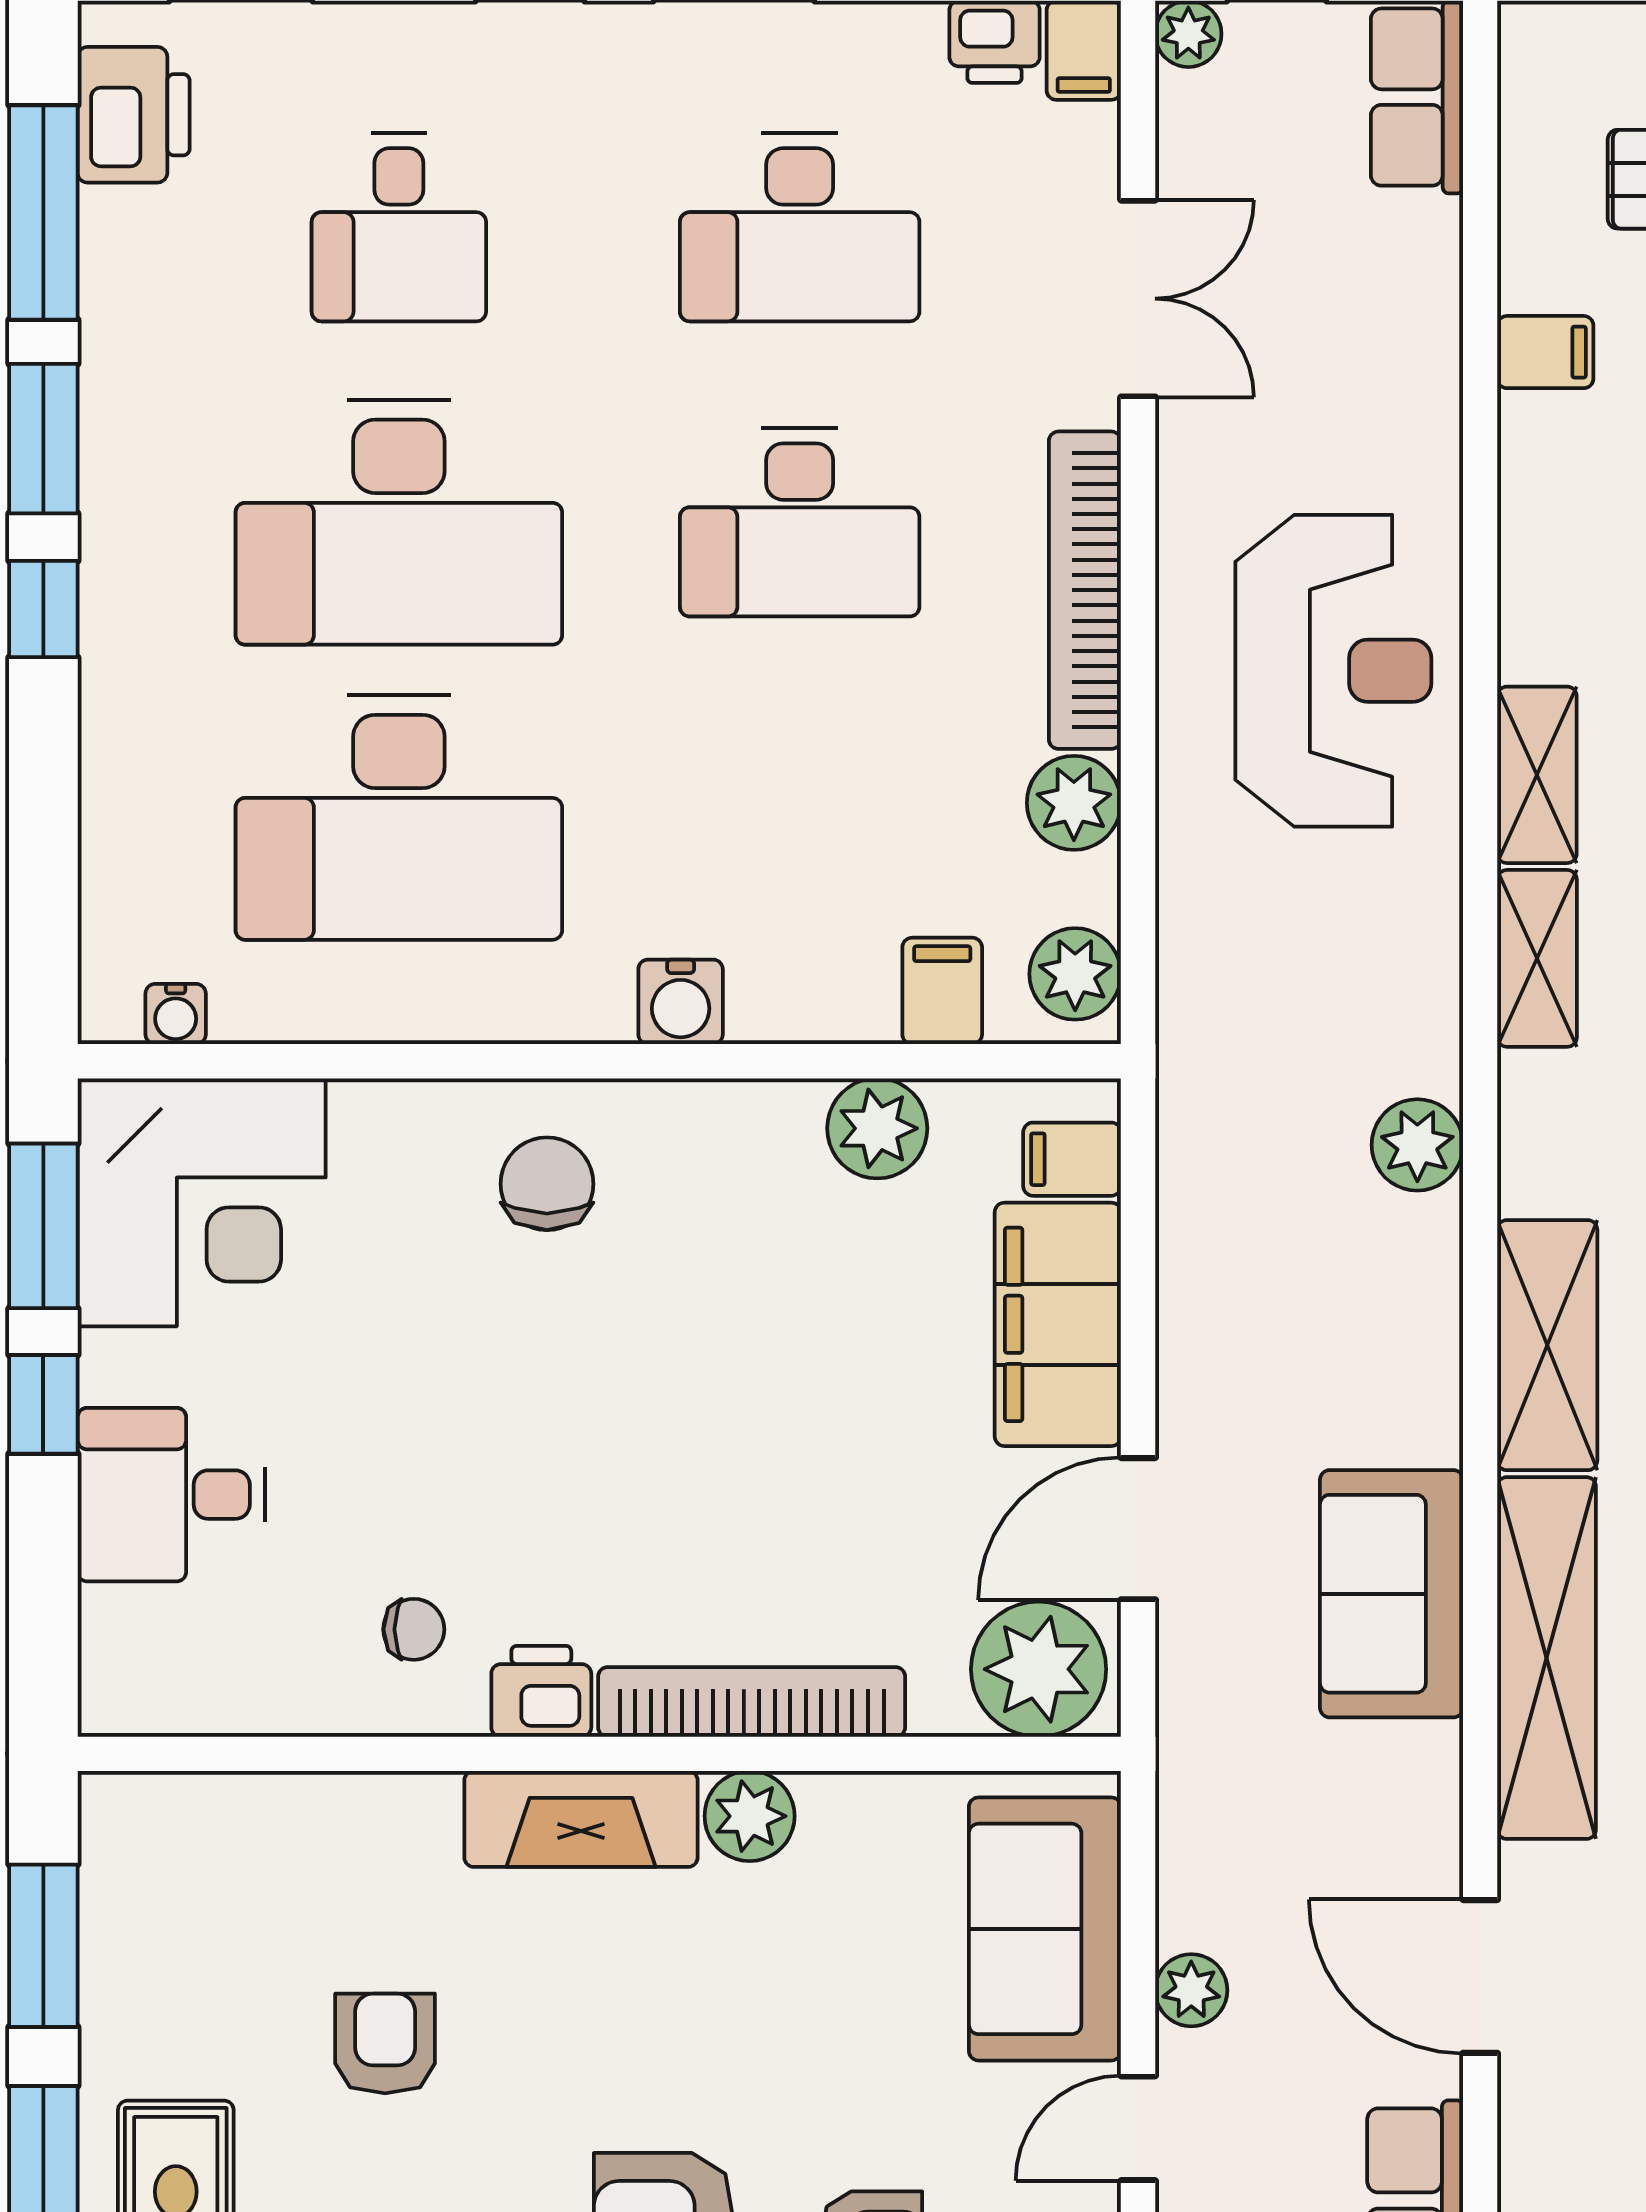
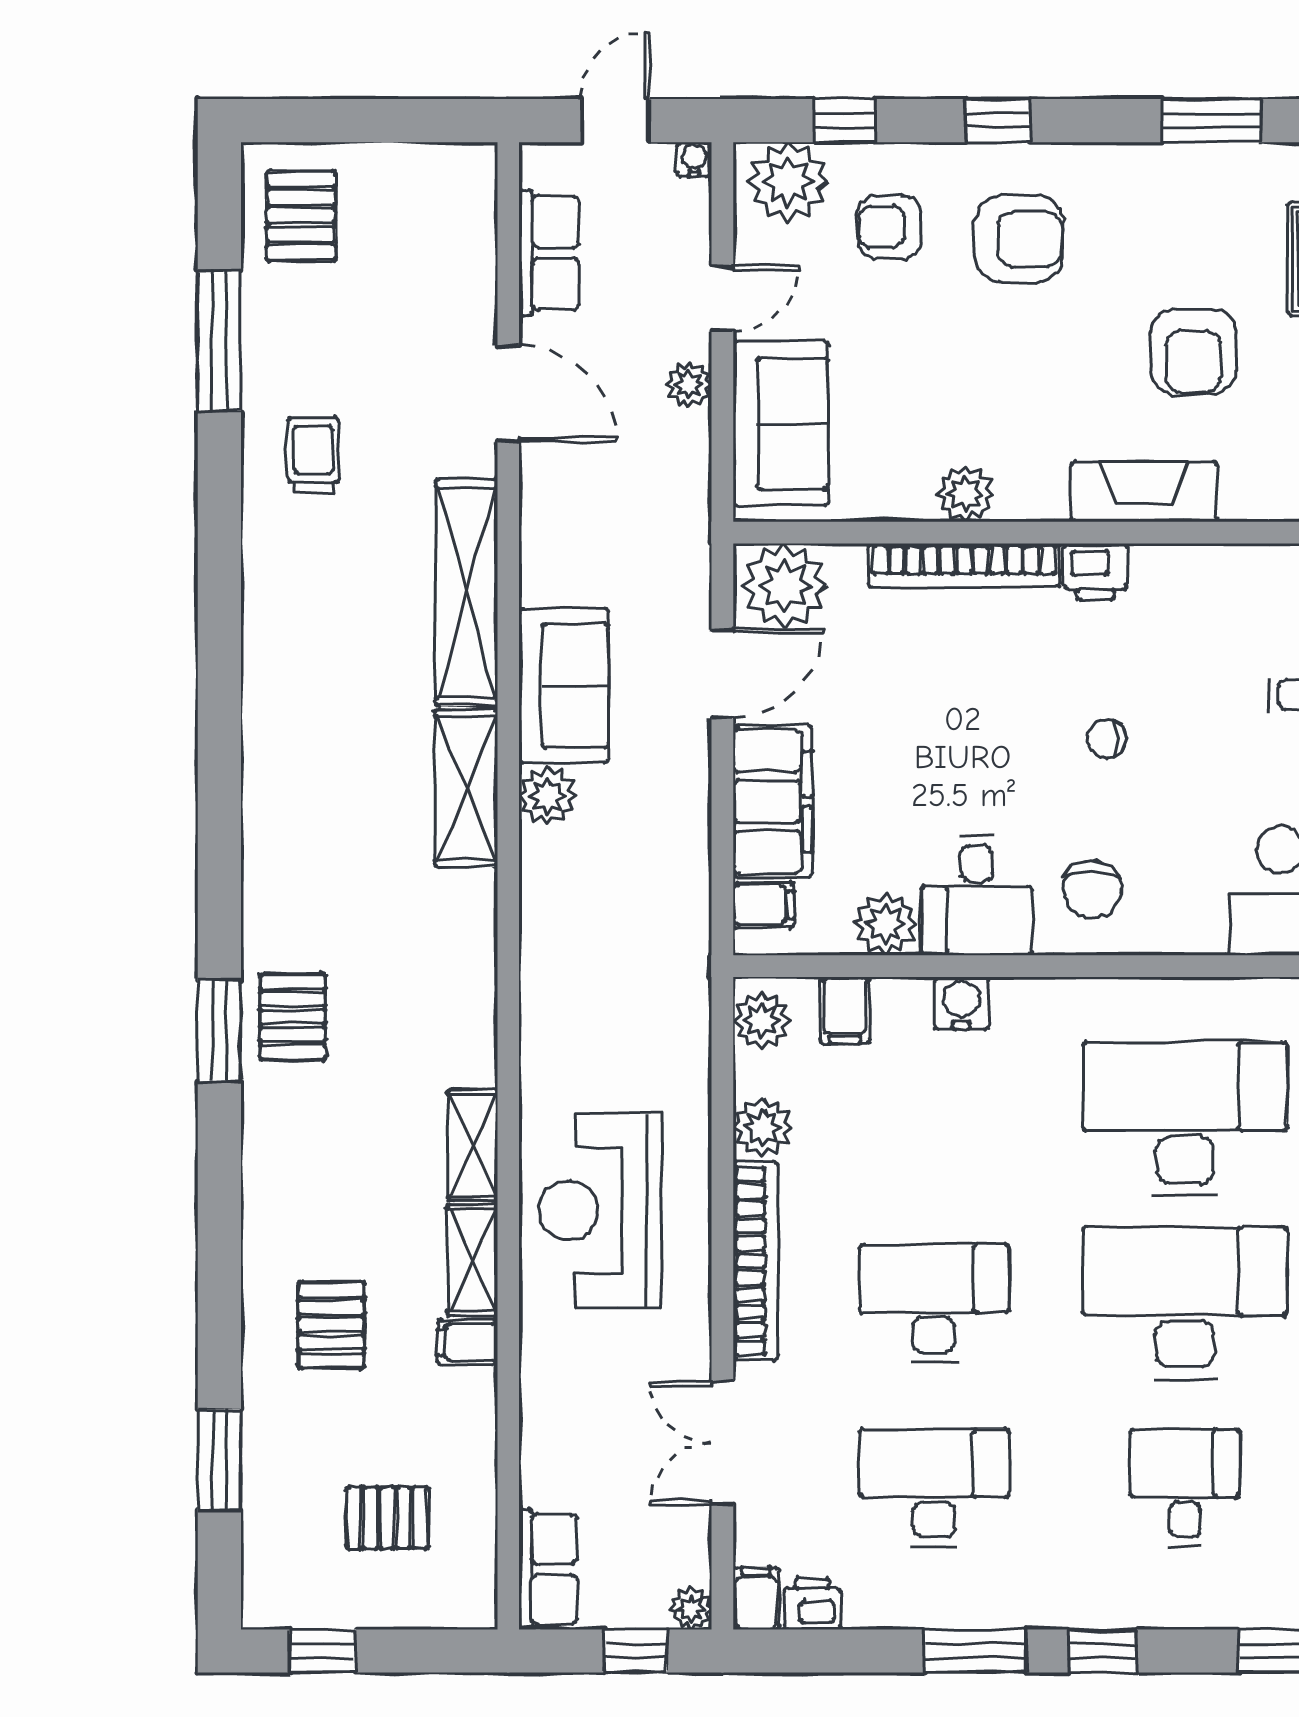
filing cabinet: (1545, 352) -> (467, 1342), moved
shelving: (1537, 958) -> (473, 1260), moved
water cooler: (681, 1002) -> (961, 1003), moved
plant: (1417, 1145) -> (548, 796), moved
desk: (732, 1174) -> (976, 896), added
sofa: (1391, 1594) -> (564, 686), moved
chair: (414, 1629) -> (1106, 739), moved
fireplace: (581, 1819) -> (1144, 492), moved
armchair: (385, 2043) -> (1193, 351), width x1.38, depth x1.38

